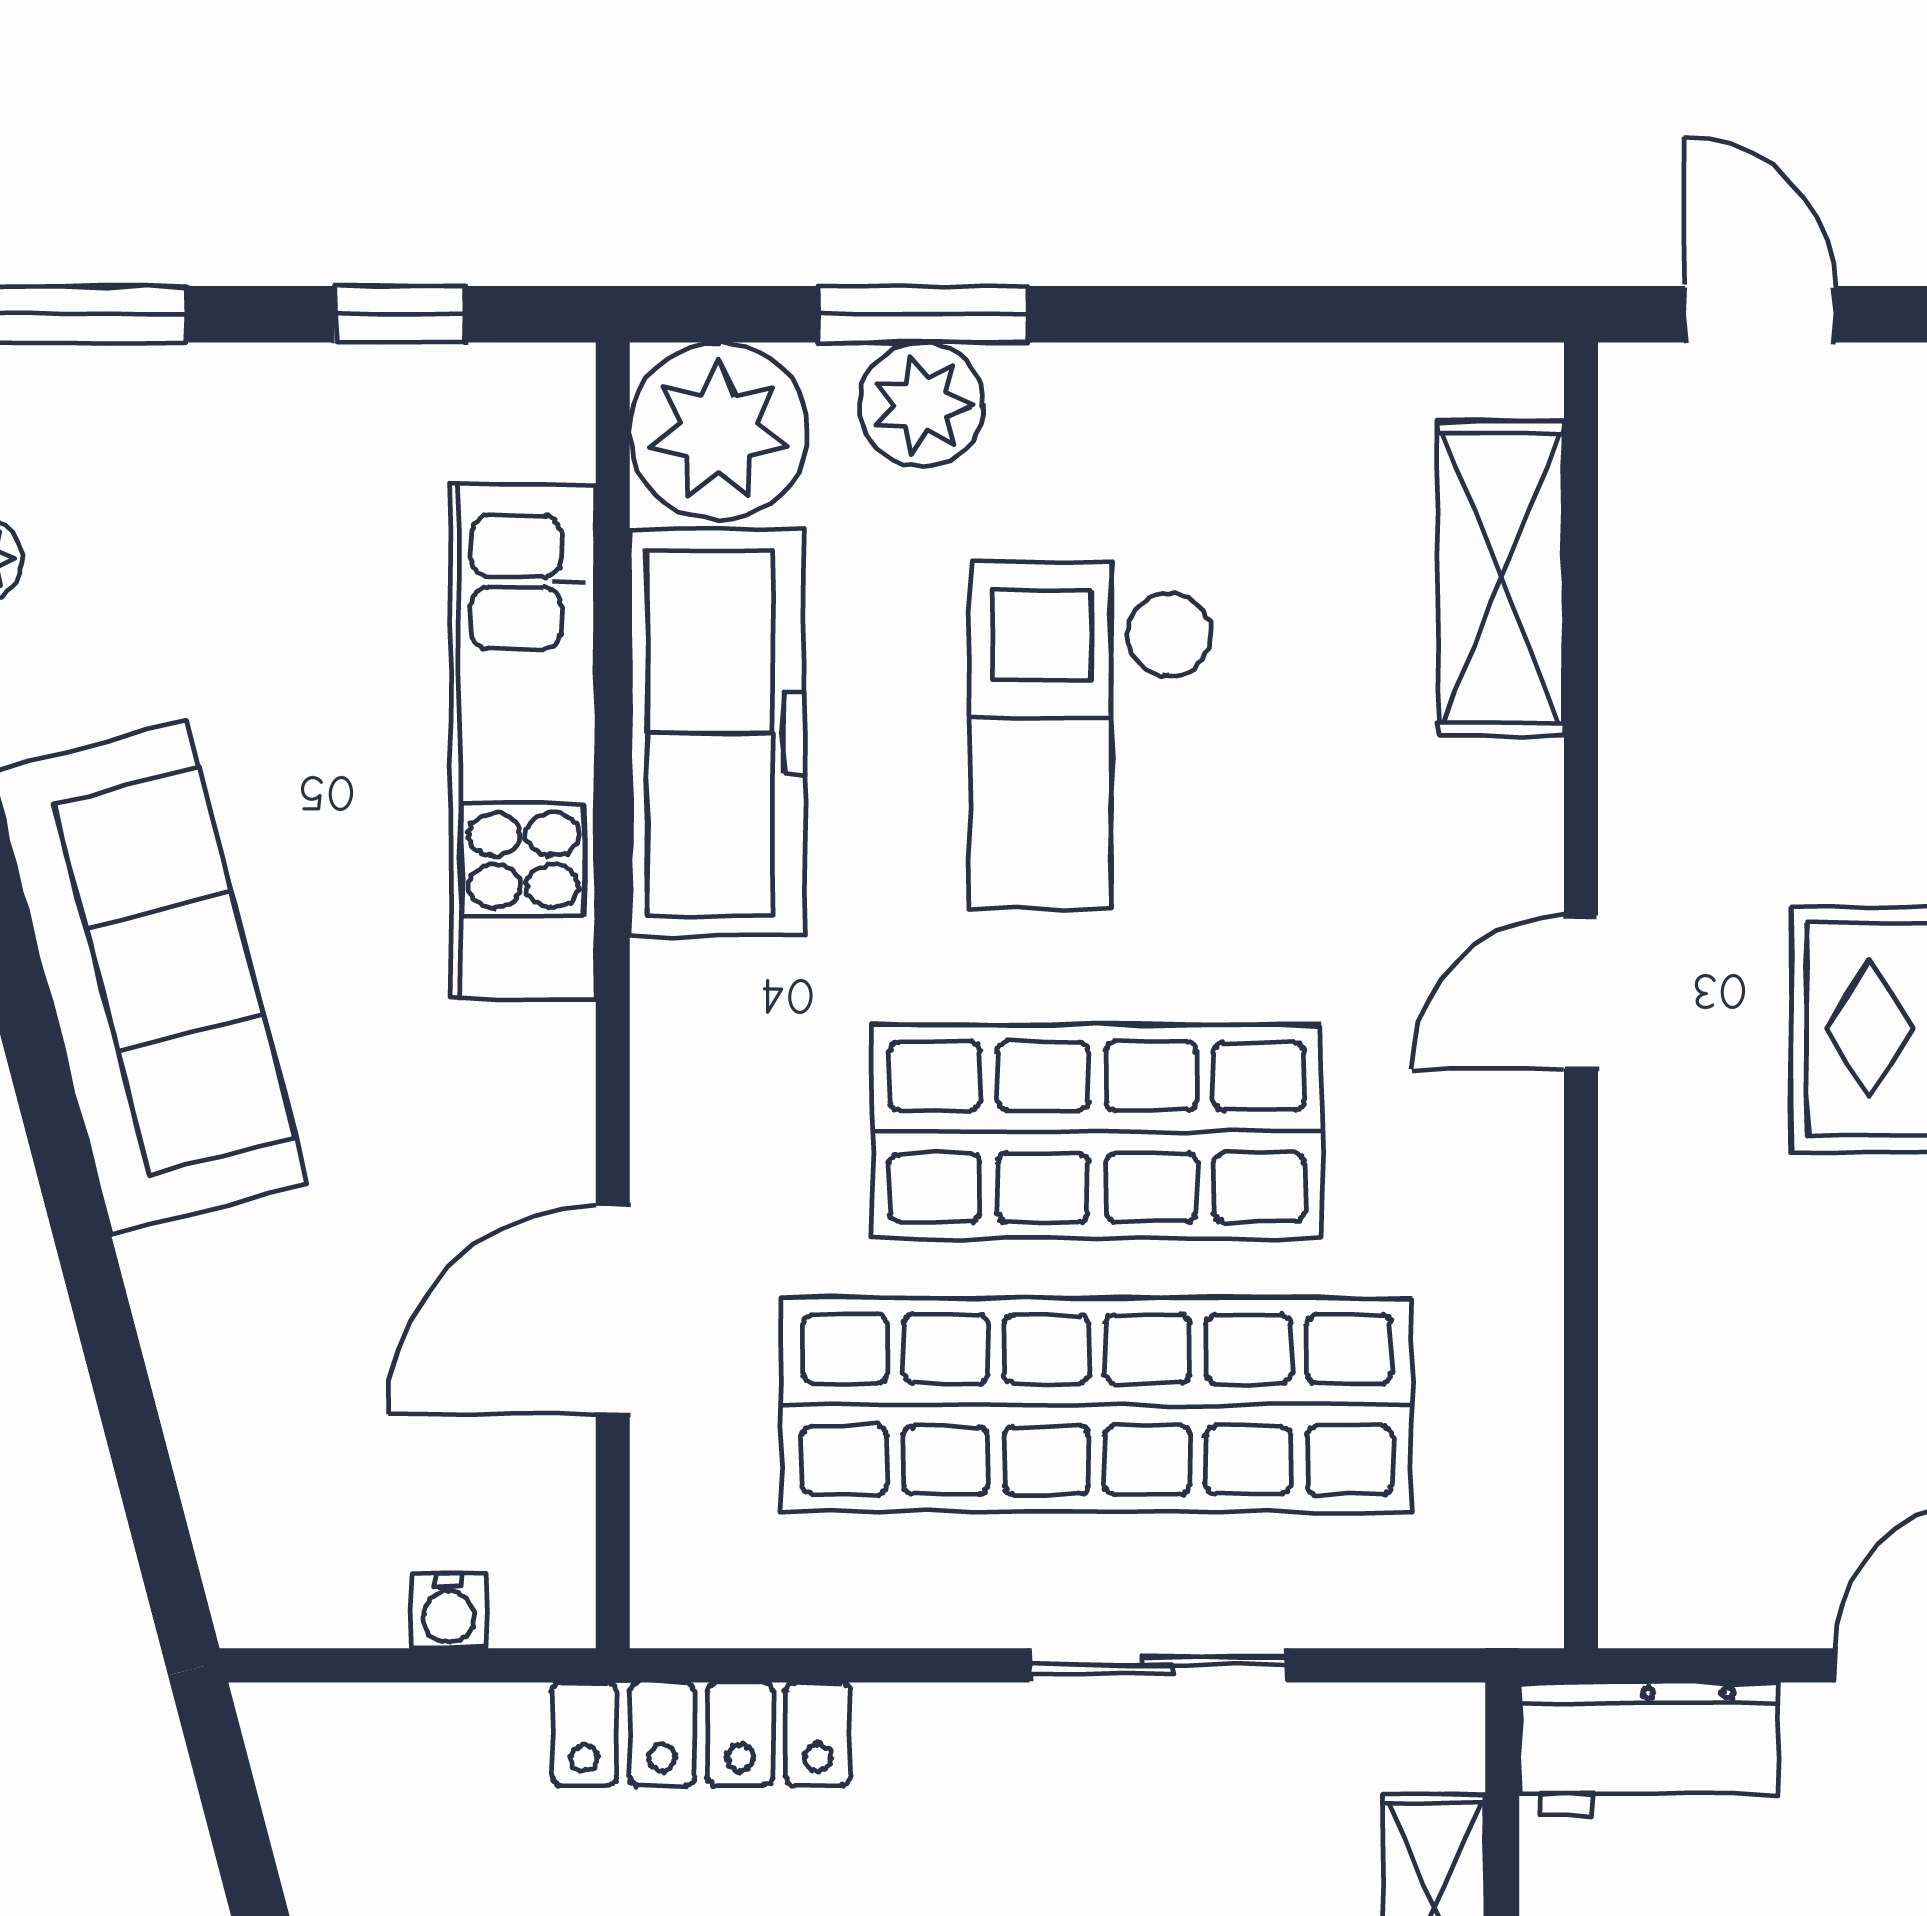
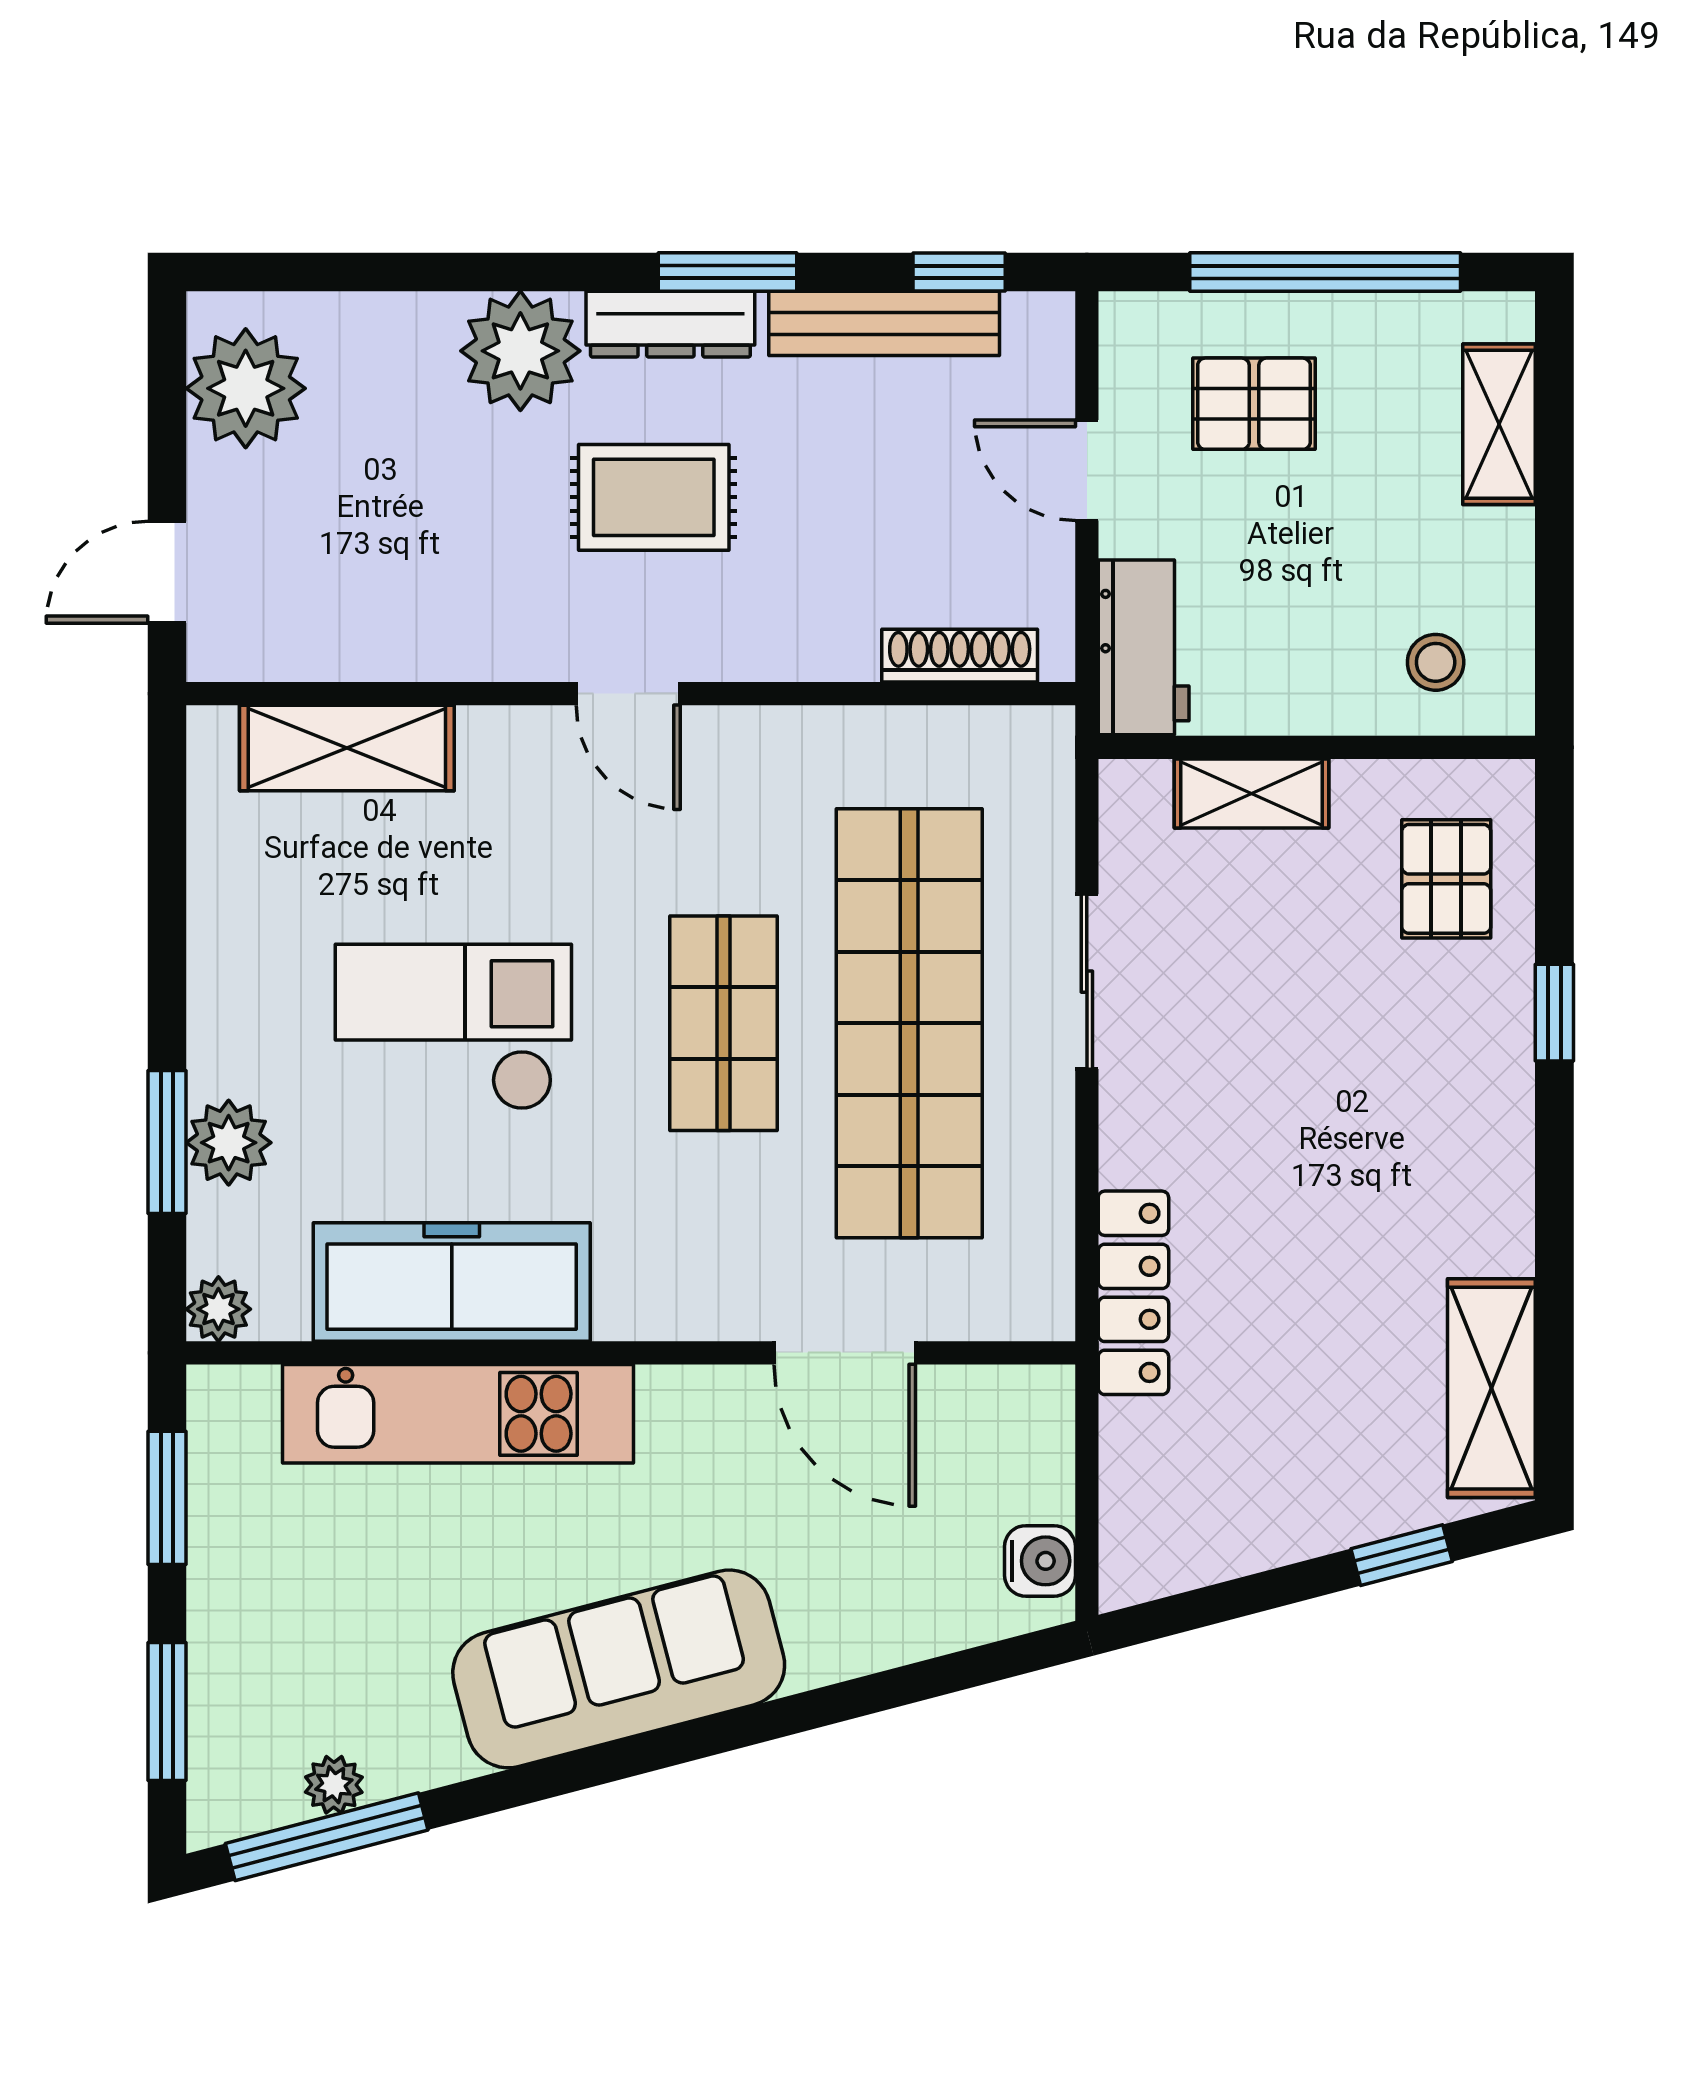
window: (400, 314) -> (167, 1498), width x1.50
plant: (719, 431) -> (218, 1309), width x0.53, depth x0.53
checkout: (1091, 735) -> (453, 1027), turned 180
shop shelf: (1097, 1132) -> (724, 1023), width x0.70, depth x0.74
shoe rack: (1637, 1479) -> (960, 656), added
water cooler: (449, 1611) -> (1040, 1561), moved, width x1.38, depth x1.38

